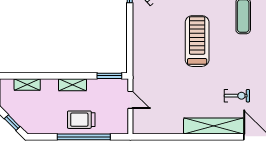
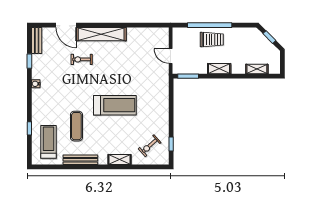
treadmill: (197, 41) -> (115, 105), turned -90

